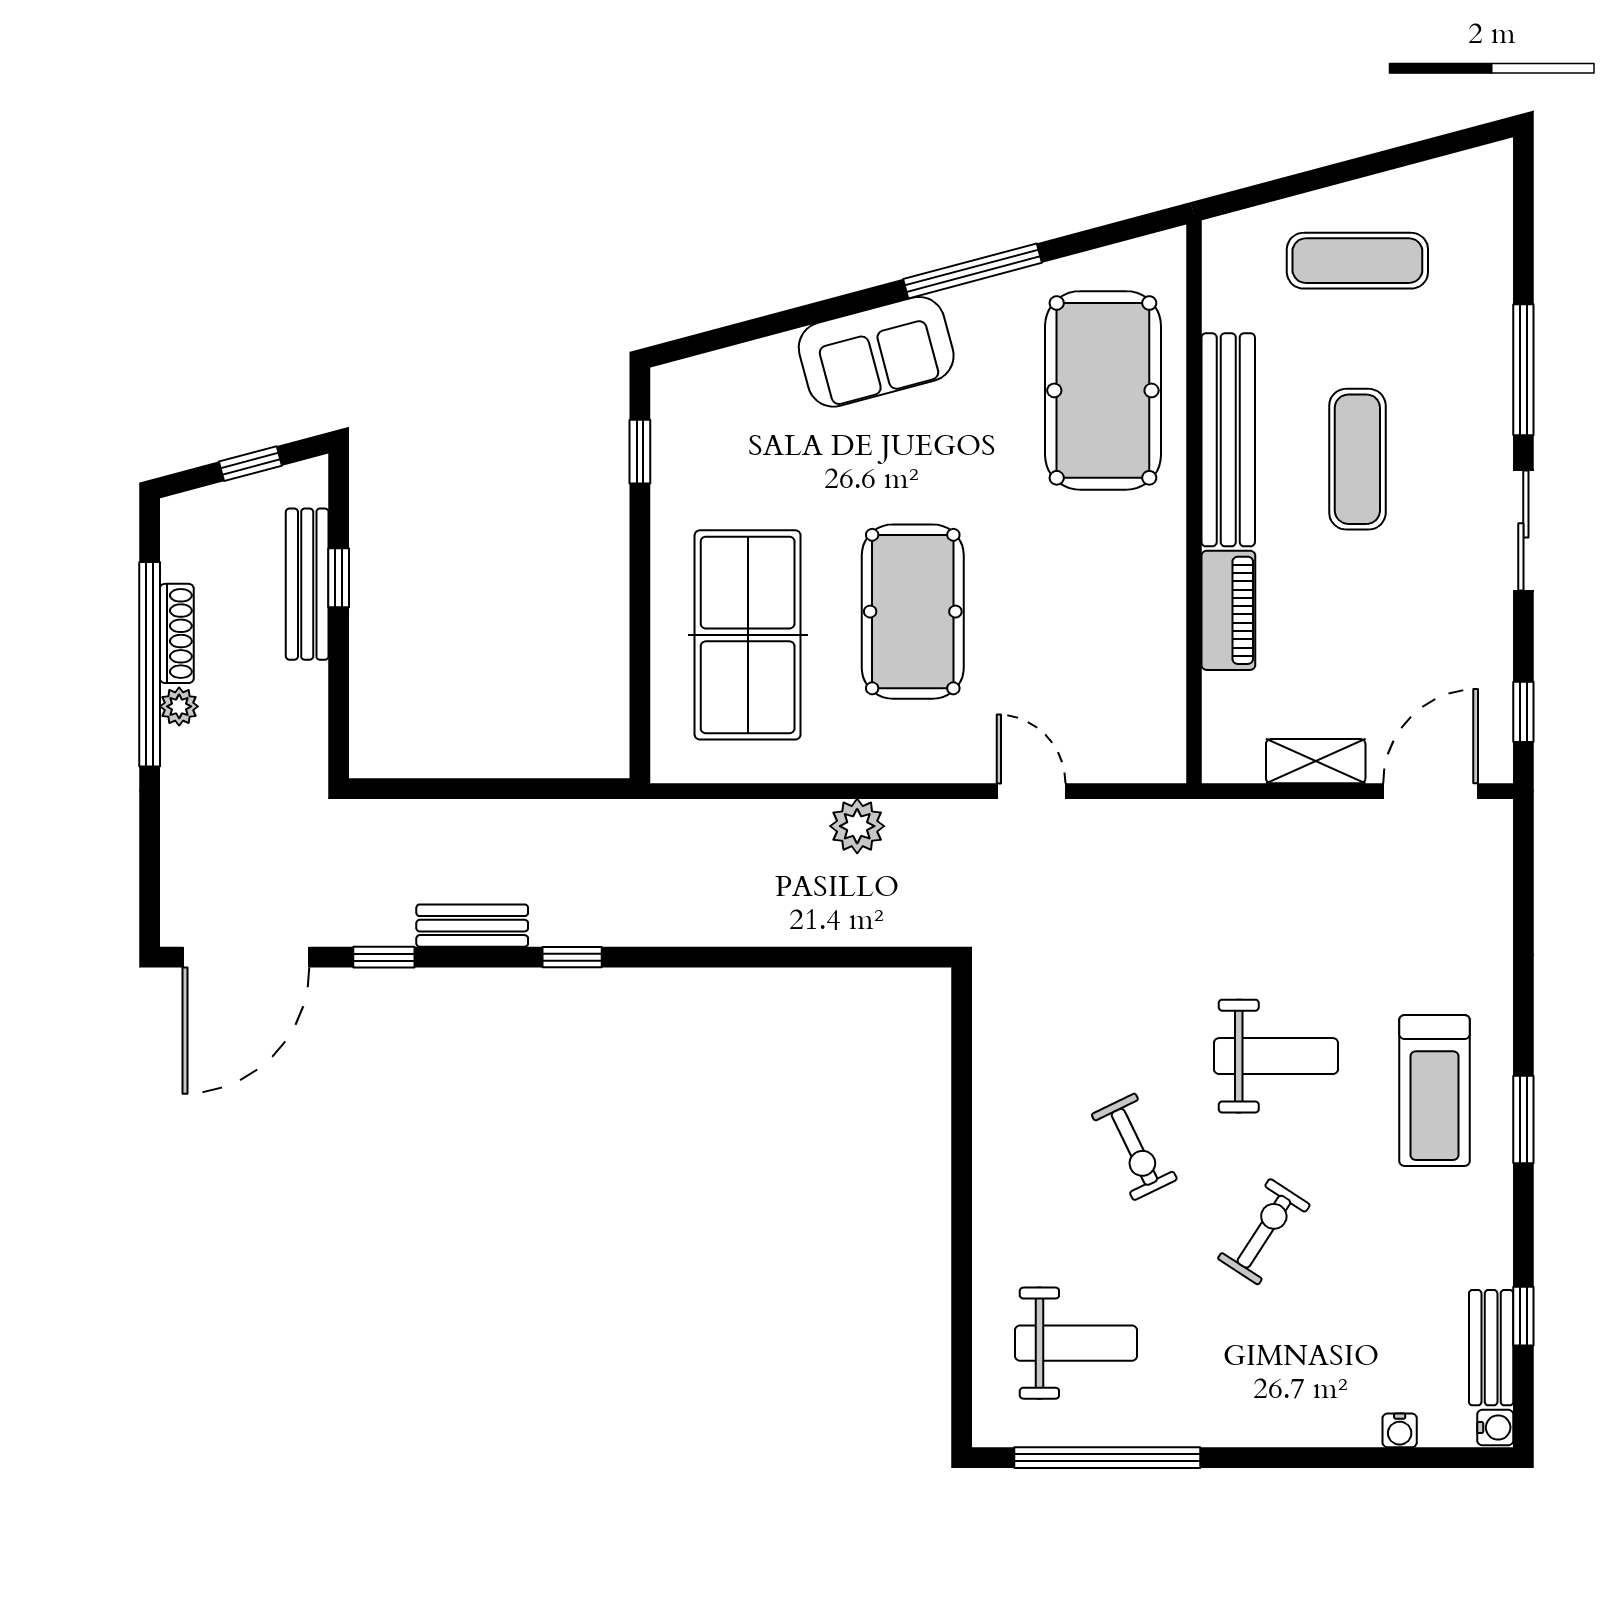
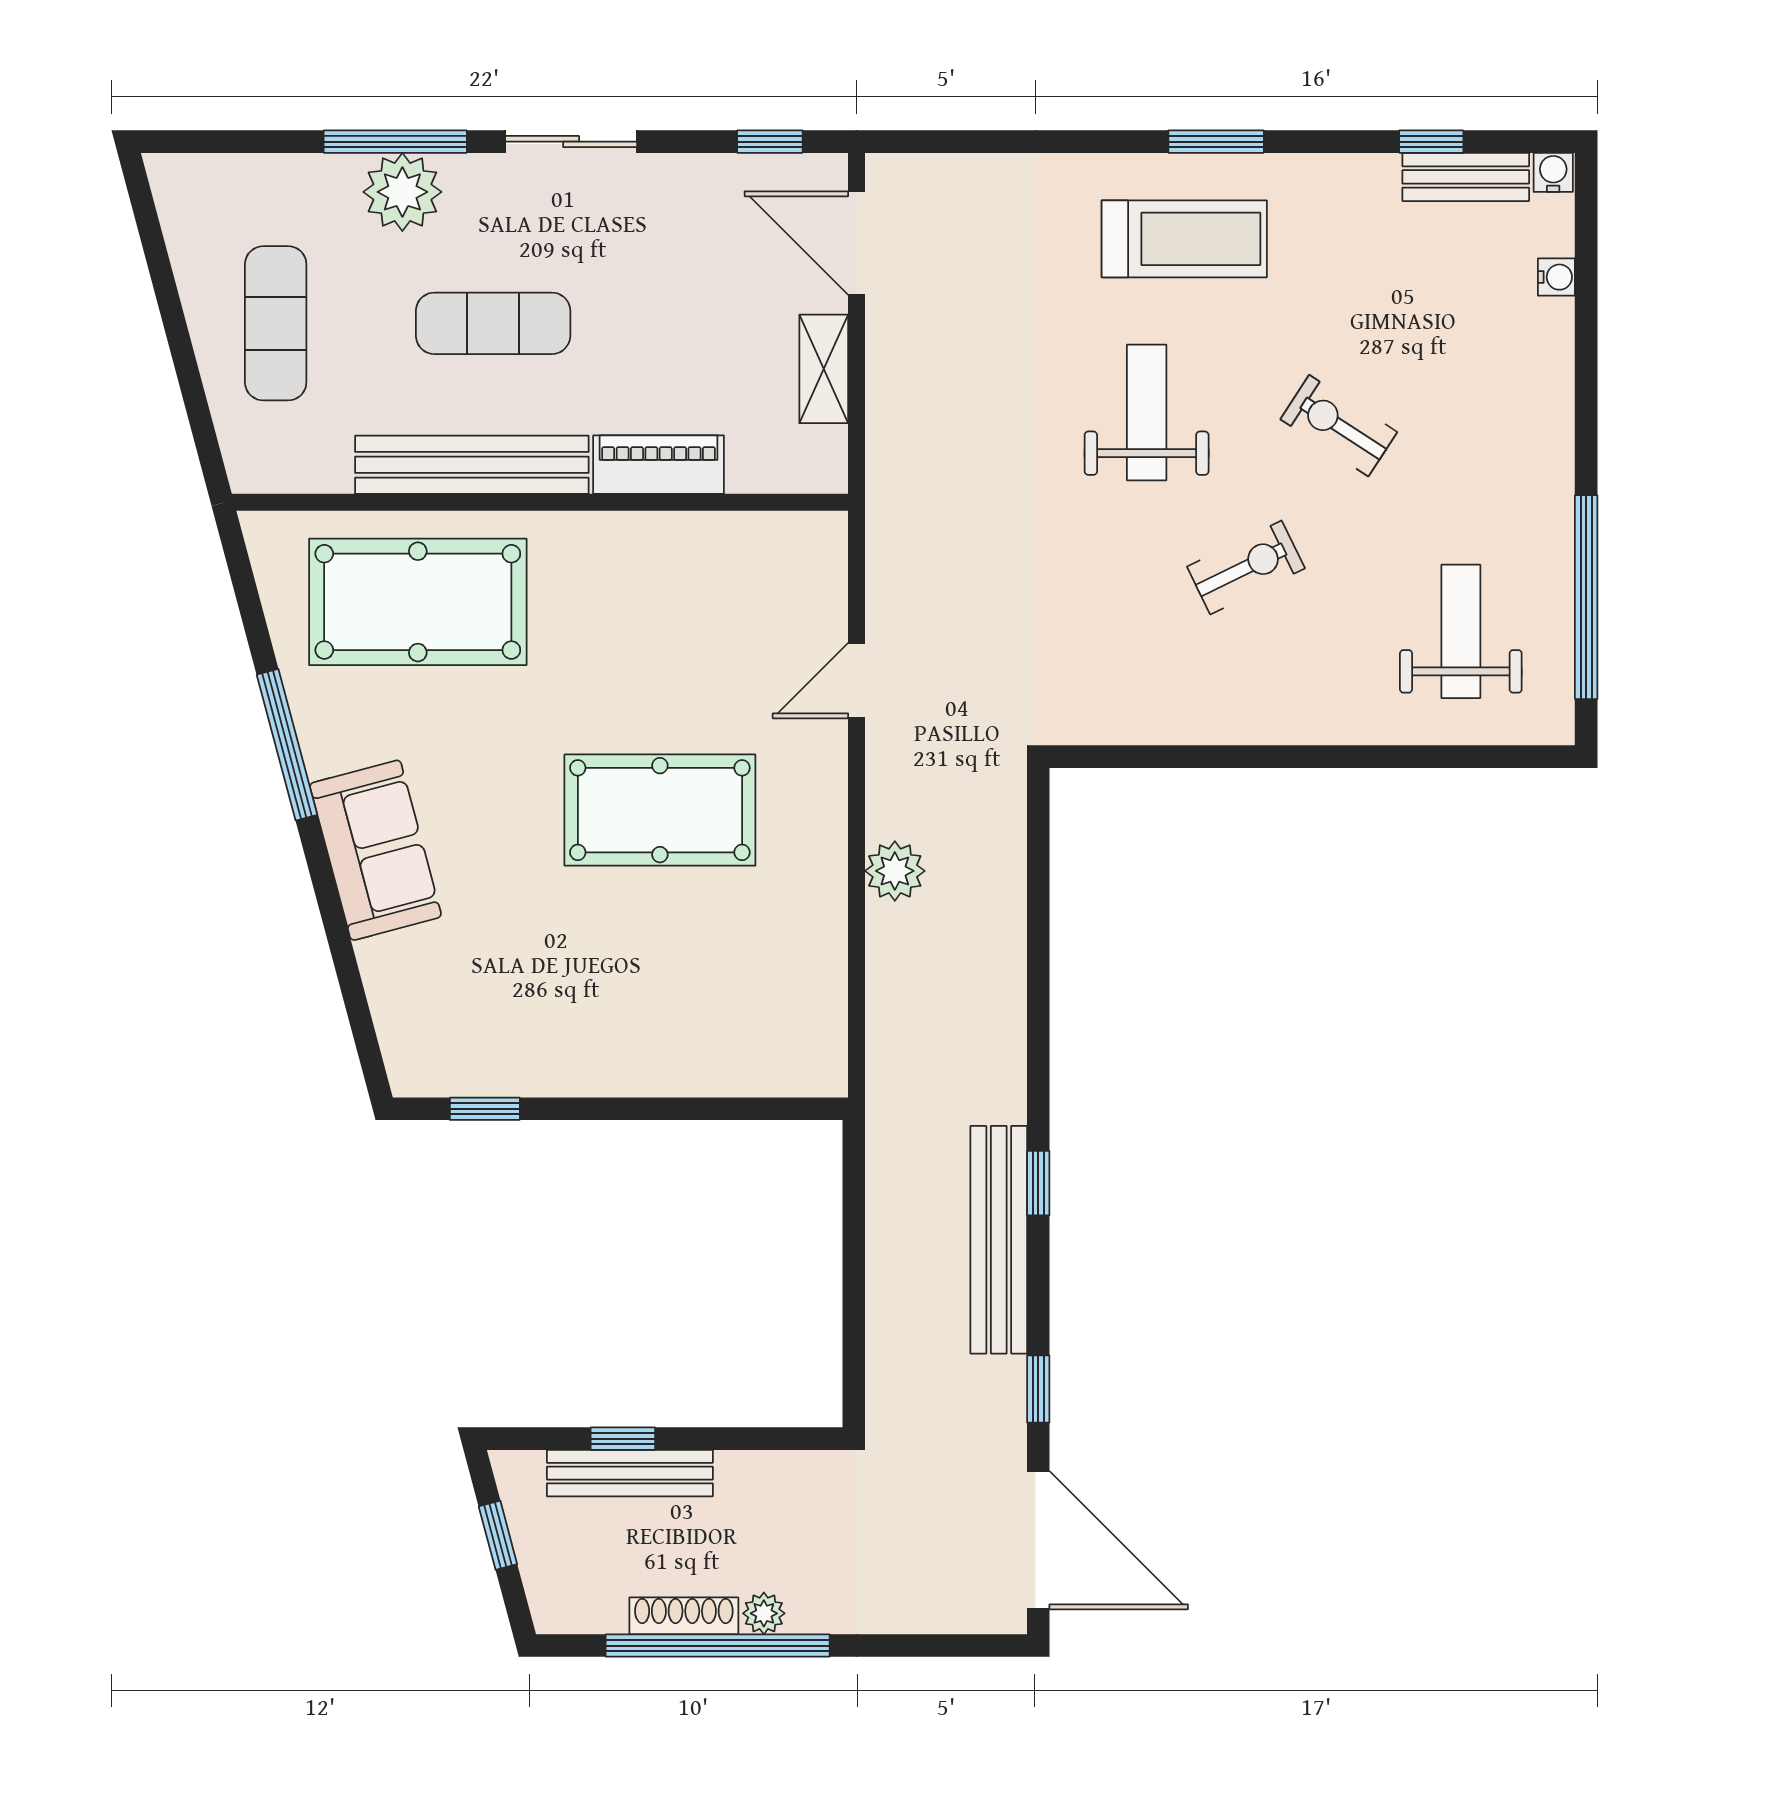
plant: (1477, 376) -> (402, 192), added
table tennis table: (748, 635) -> (686, 991), removed
bench: (472, 926) -> (999, 1240), width x1.86, depth x1.21

